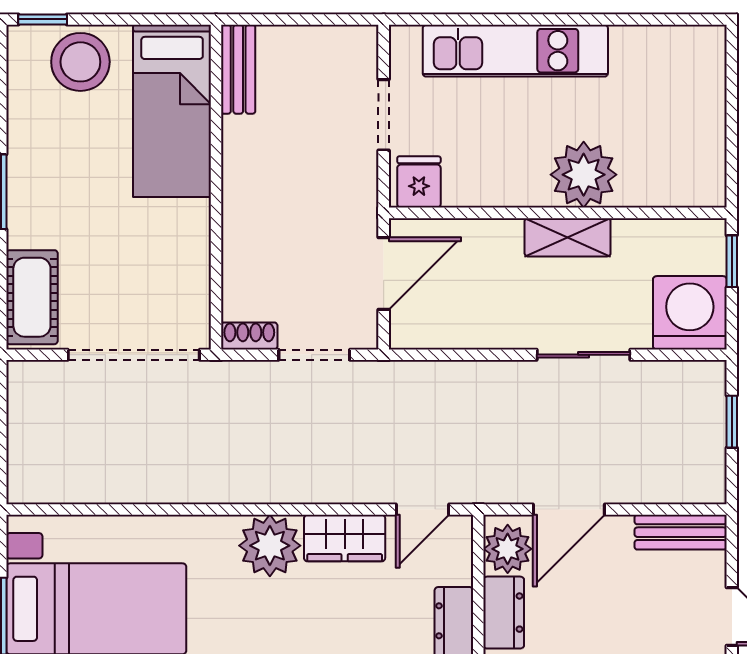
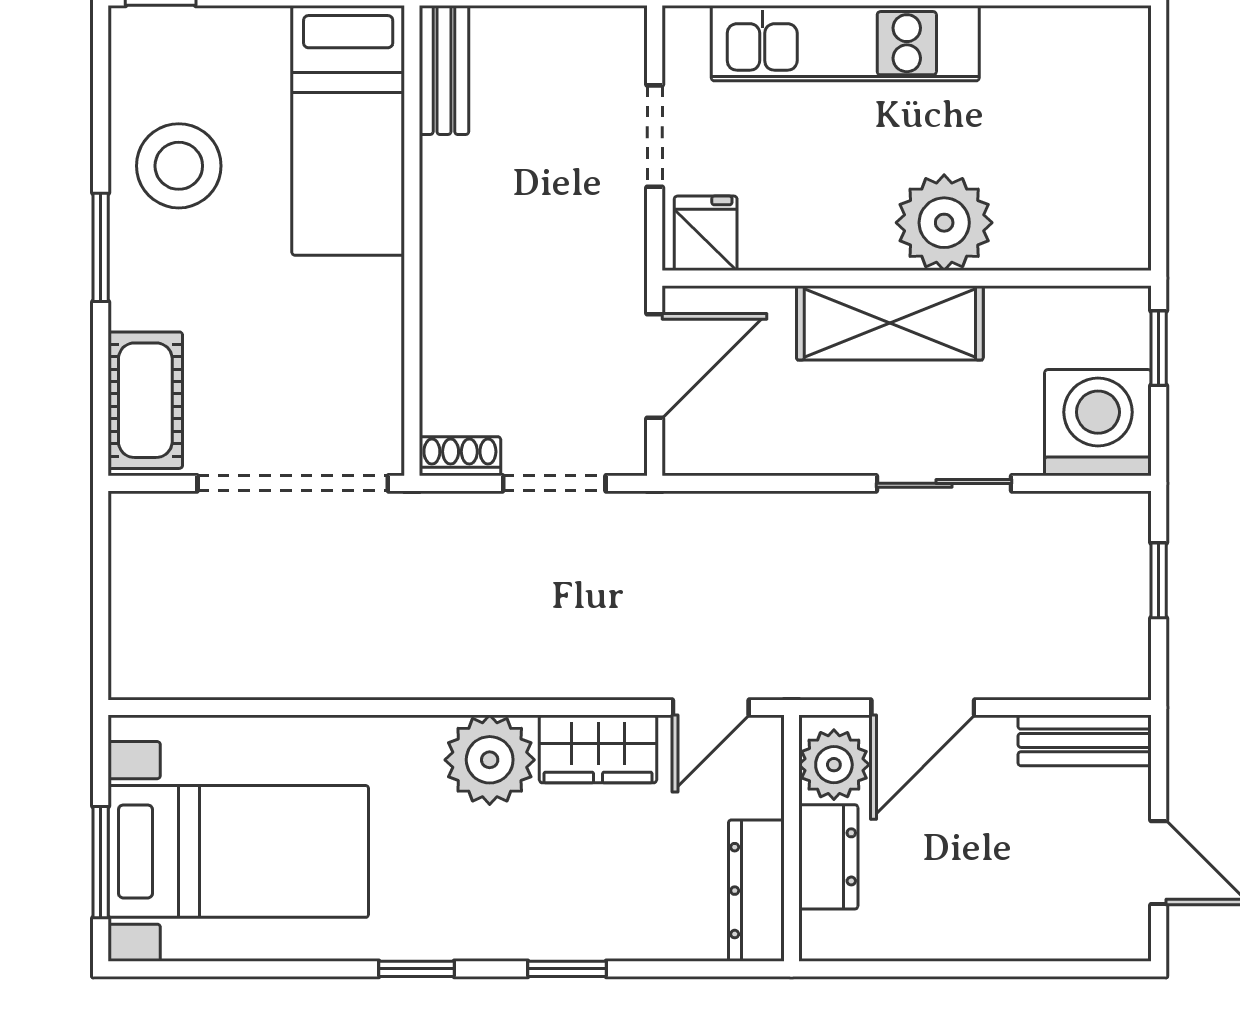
stool: (80, 62) -> (179, 166), moved
shelving: (568, 237) -> (890, 323), width x1.50, depth x1.33

